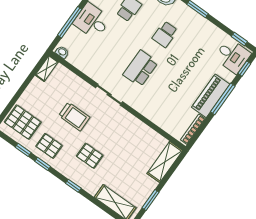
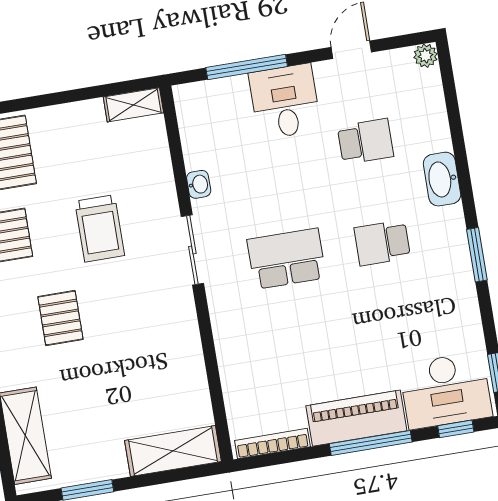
washbasin: (62, 52) -> (199, 184), moved
desk: (232, 56) -> (446, 391), width x1.37

